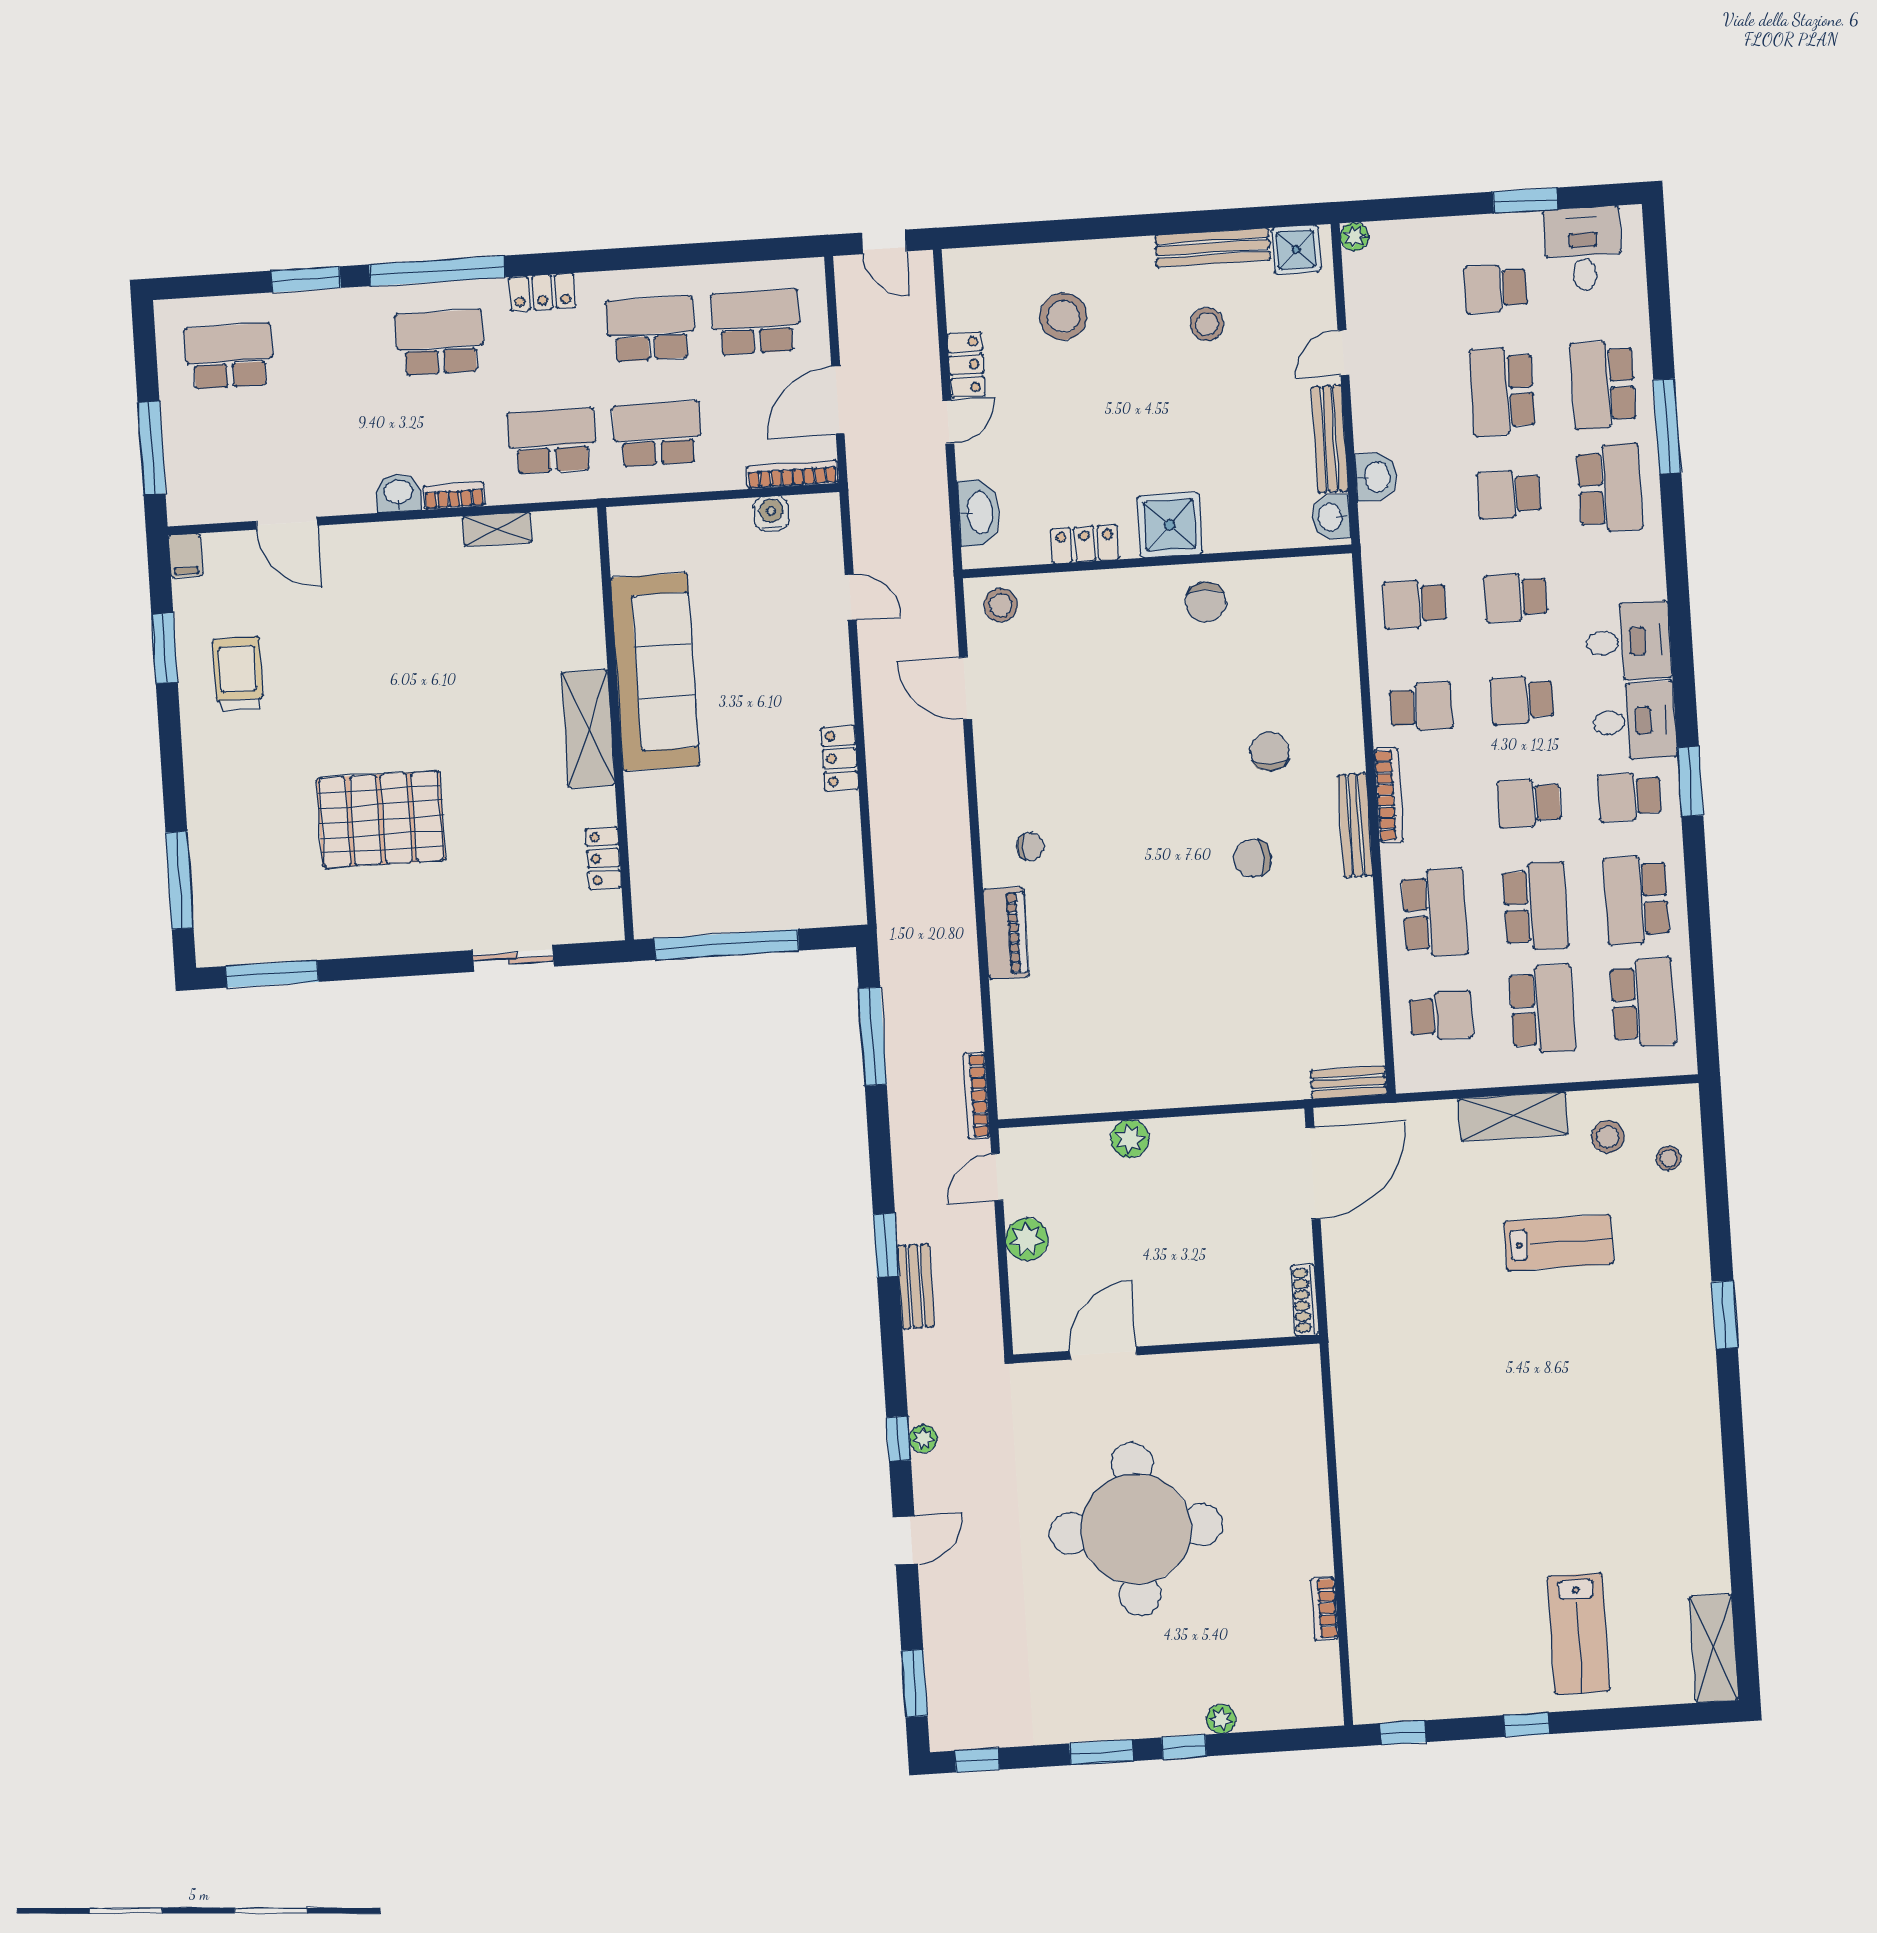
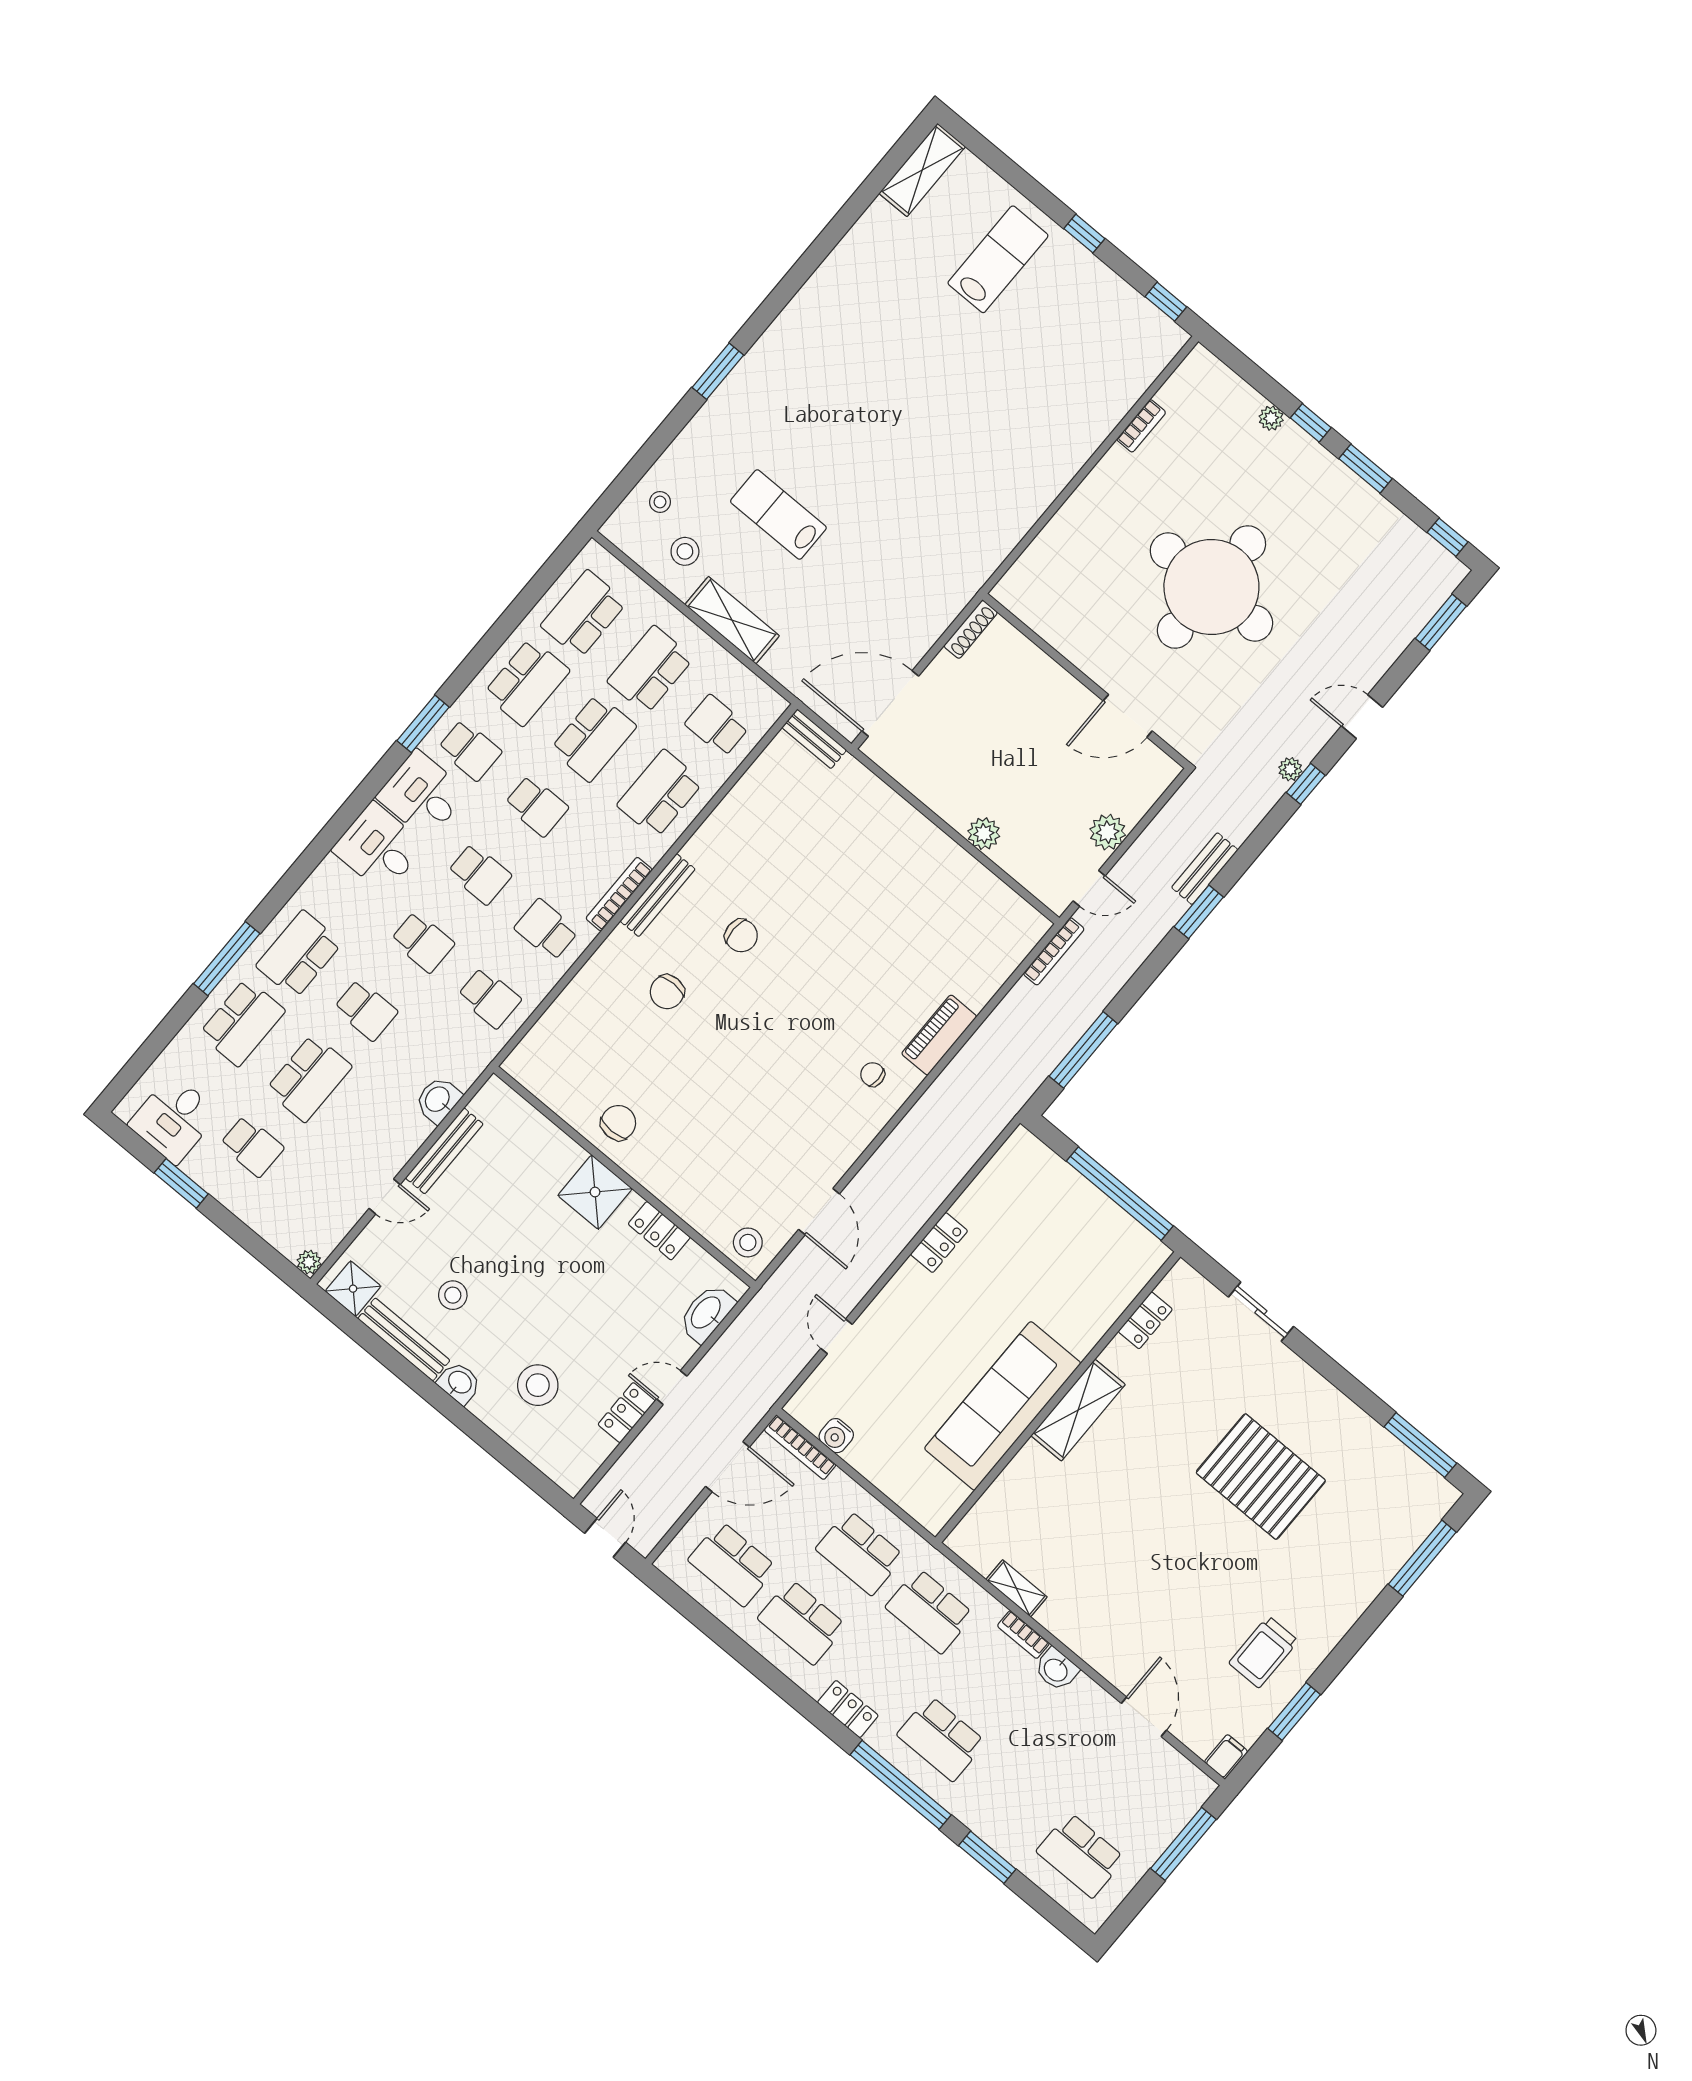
washbasin: (1331, 517) -> (459, 1383), moved, turned -90
school desk: (1535, 906) -> (593, 738), turned 180

